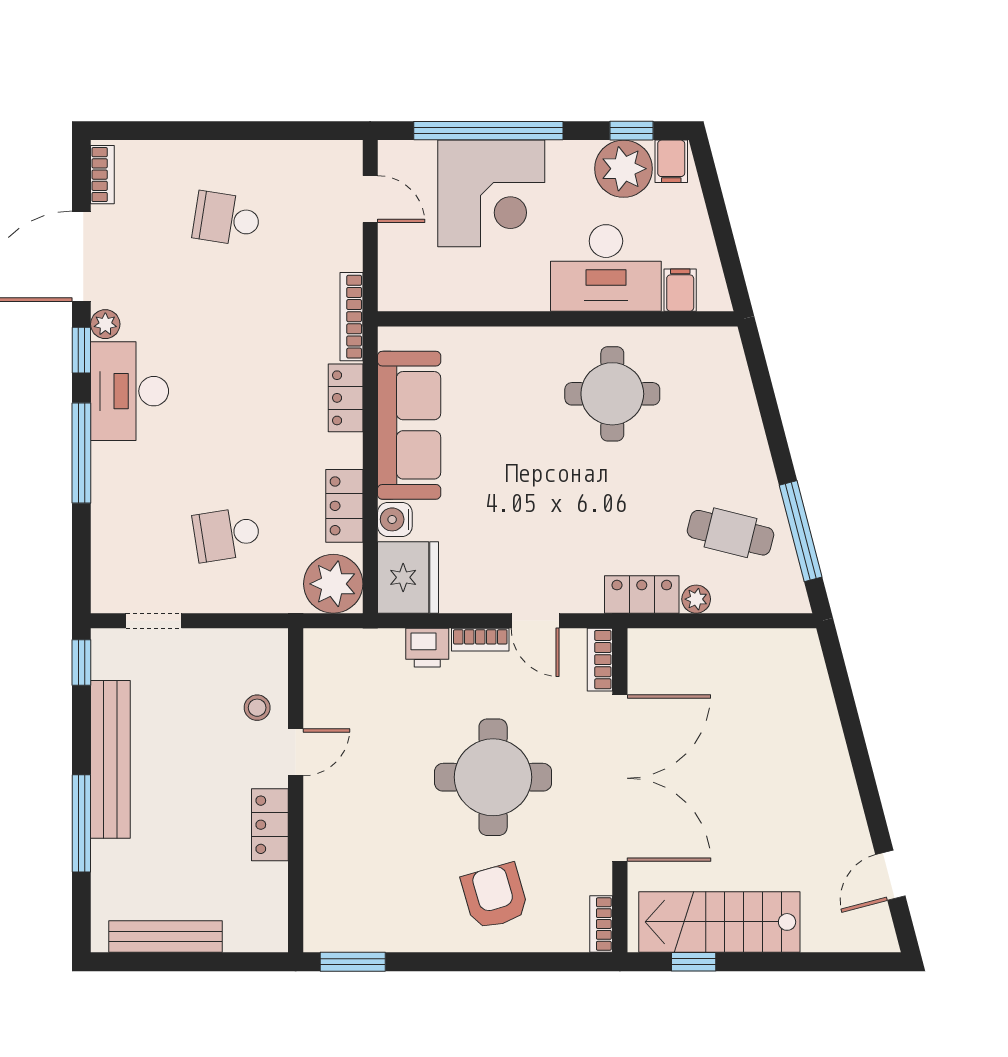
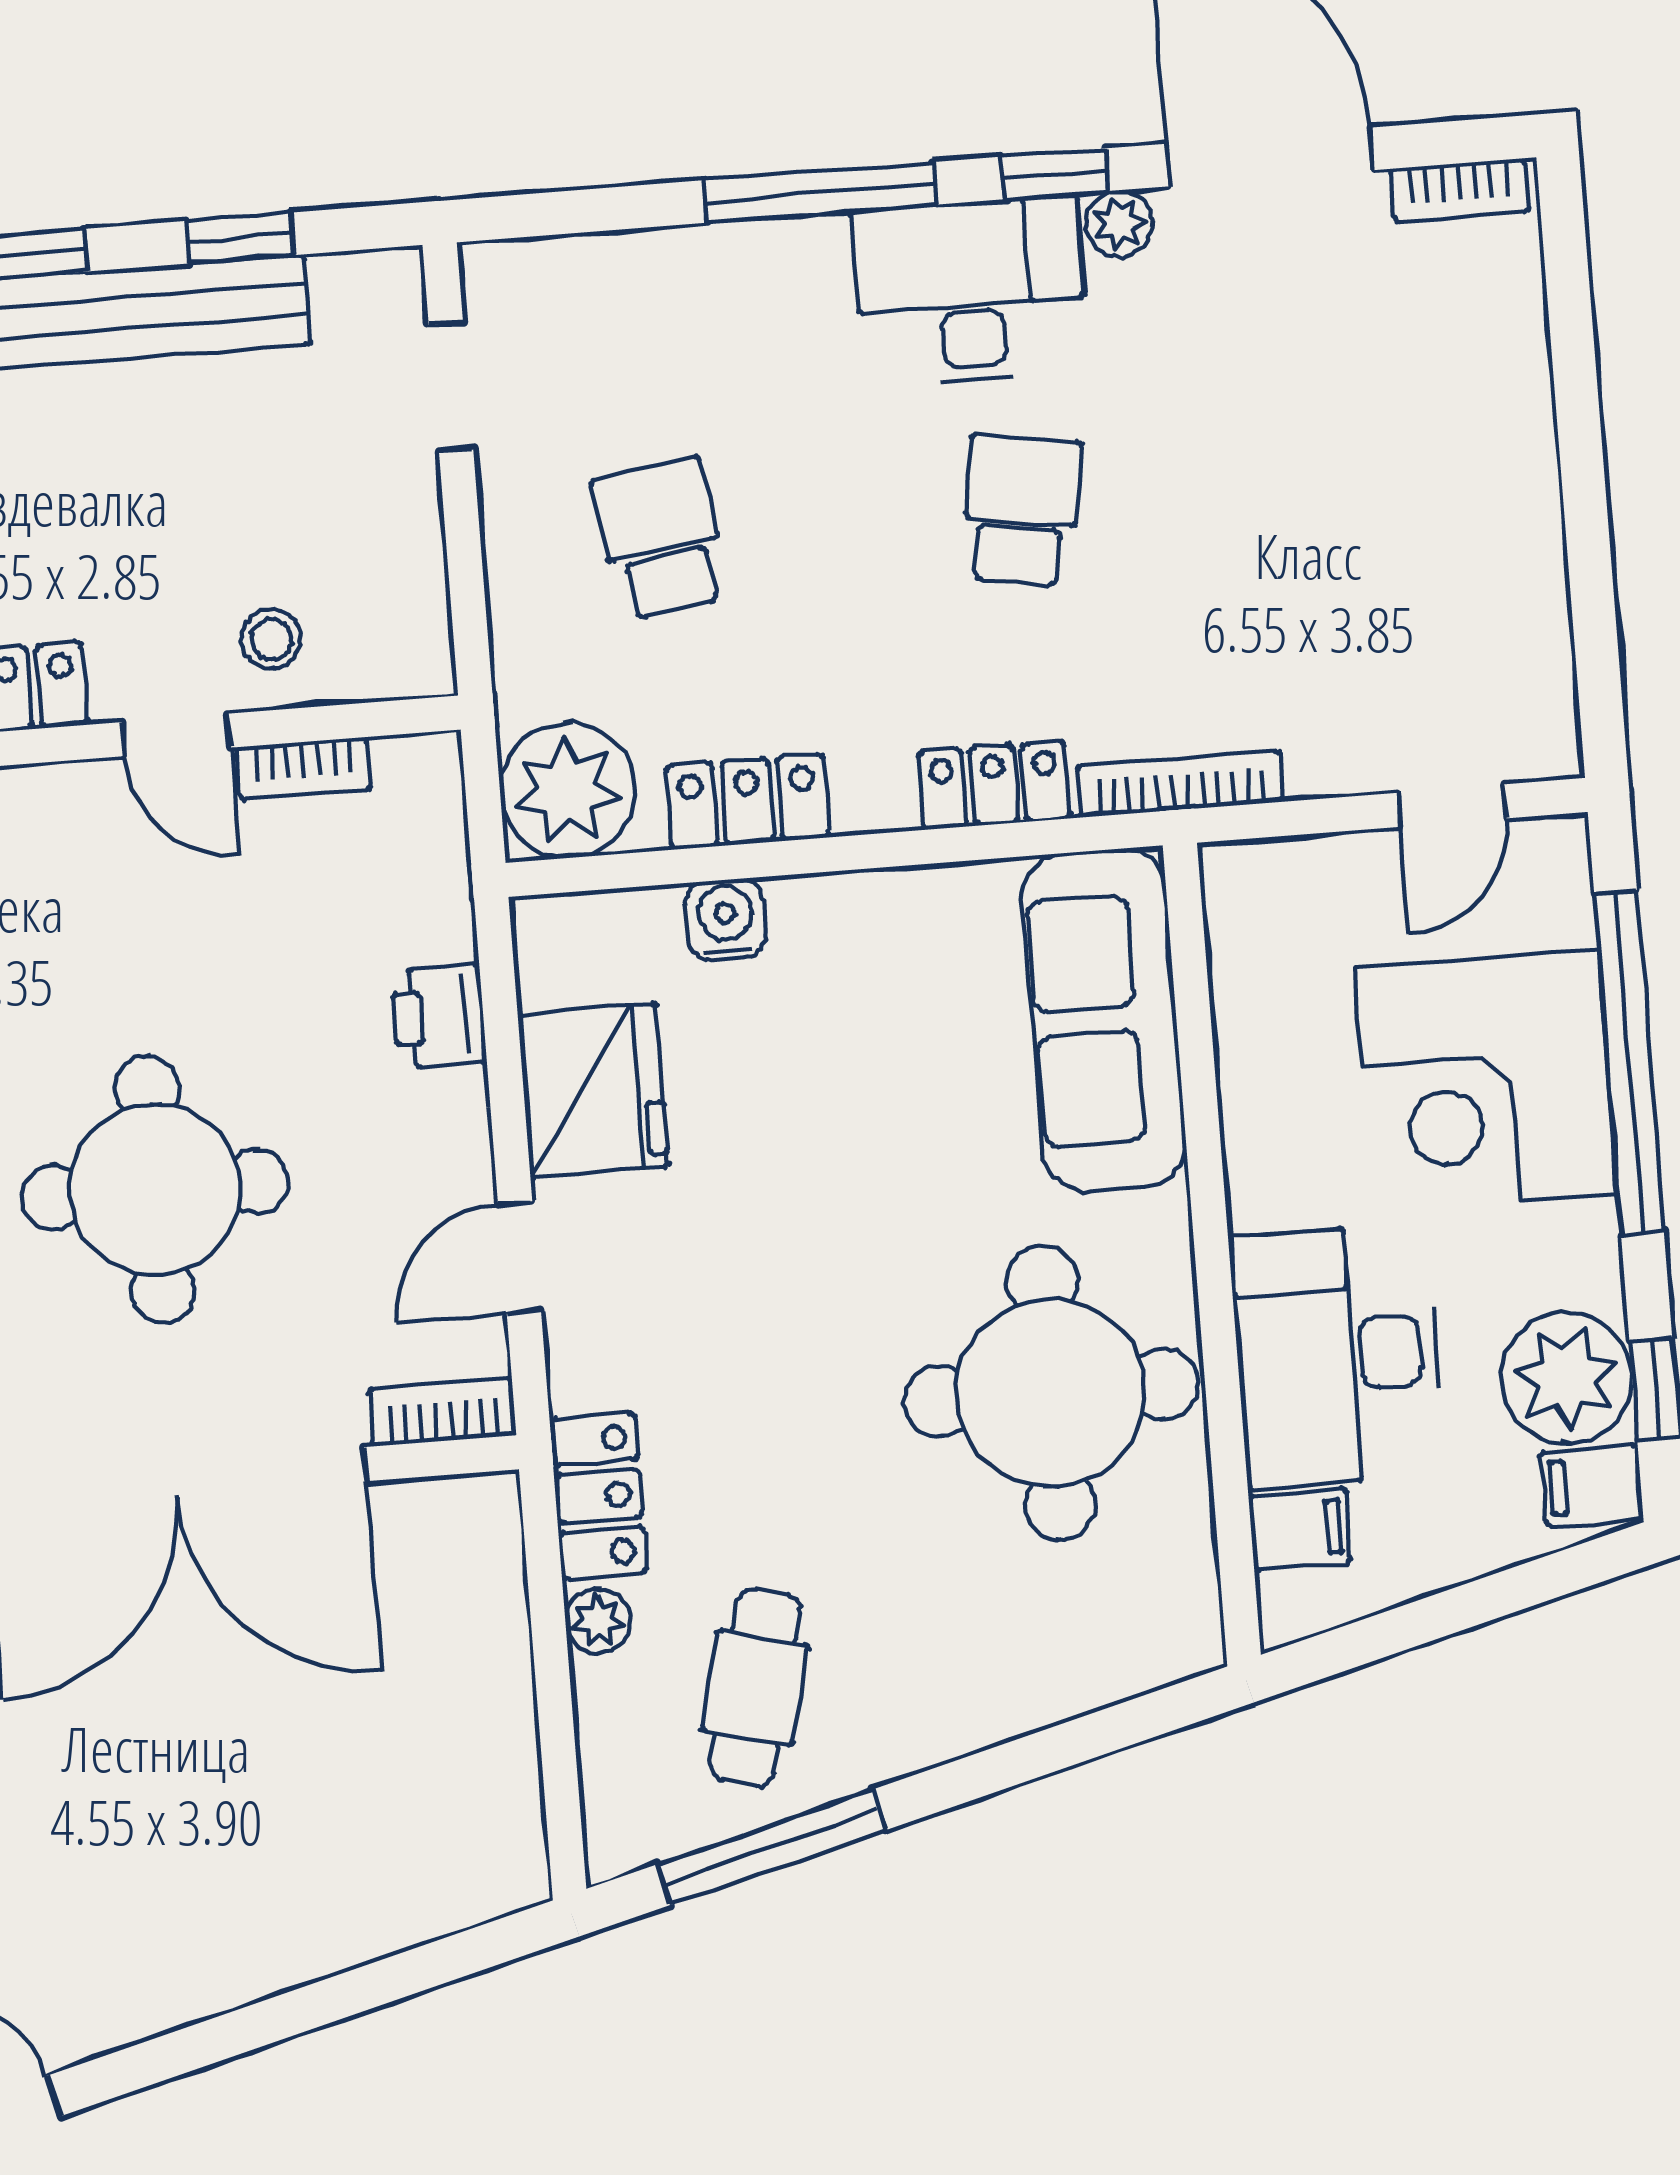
school desk: (227, 219) -> (1021, 510), moved
round table: (612, 394) -> (1051, 1393), width x1.36, depth x1.36
sofa: (409, 425) -> (1104, 1020), moved, turned 90
fridge: (408, 577) -> (593, 1090), moved, turned -90
bookcase: (480, 640) -> (304, 768), moved, turned -90
window: (81, 663) -> (240, 238), moved

